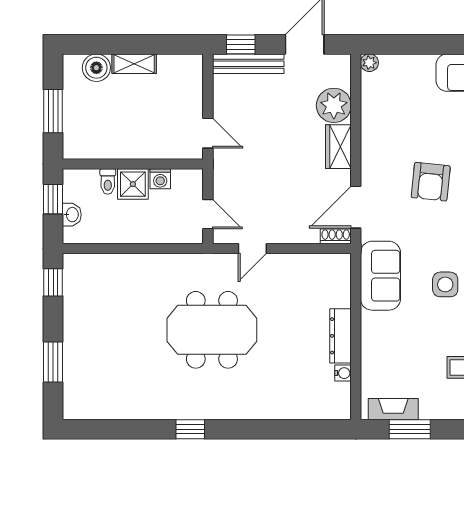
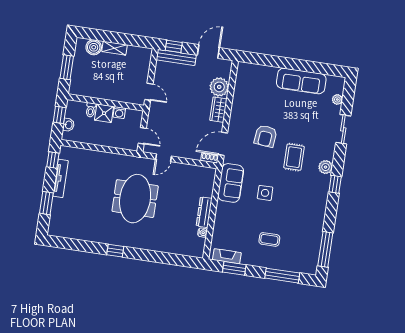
plant: (369, 63) -> (242, 67), removed
tv unit: (72, 313) -> (61, 178), added
meeting table: (212, 330) -> (135, 199), turned 90

